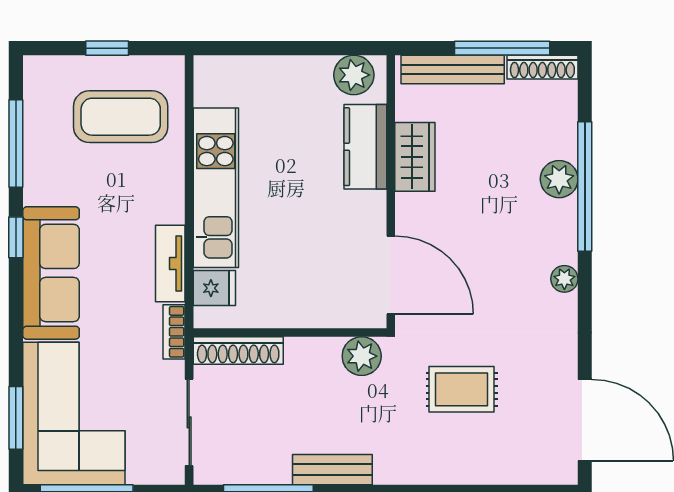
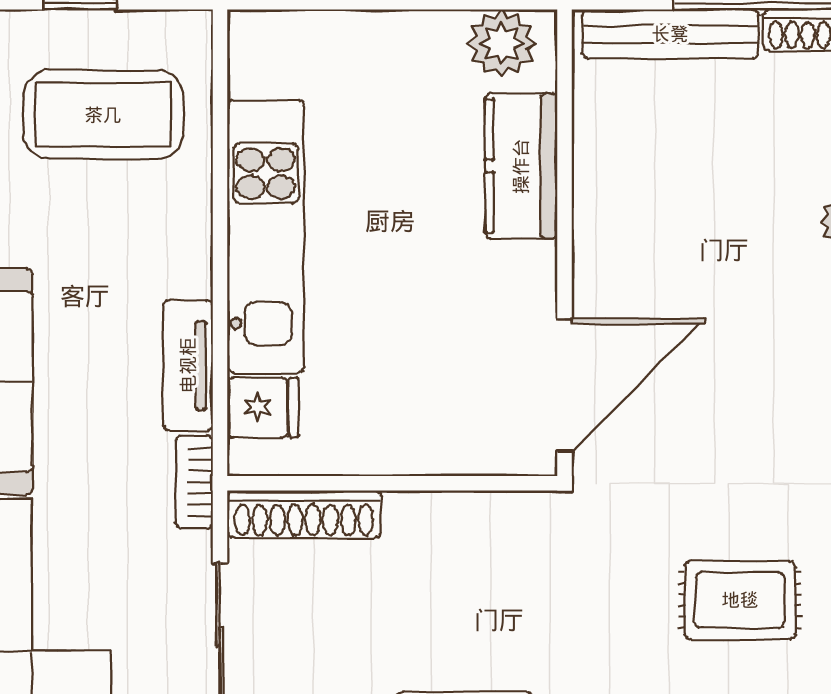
wardrobe: (415, 157) -> (606, 183), removed
door: (391, 275) -> (565, 385), hinge flipped
plant: (362, 356) -> (515, 524), removed
rug: (462, 389) -> (740, 600), moved

